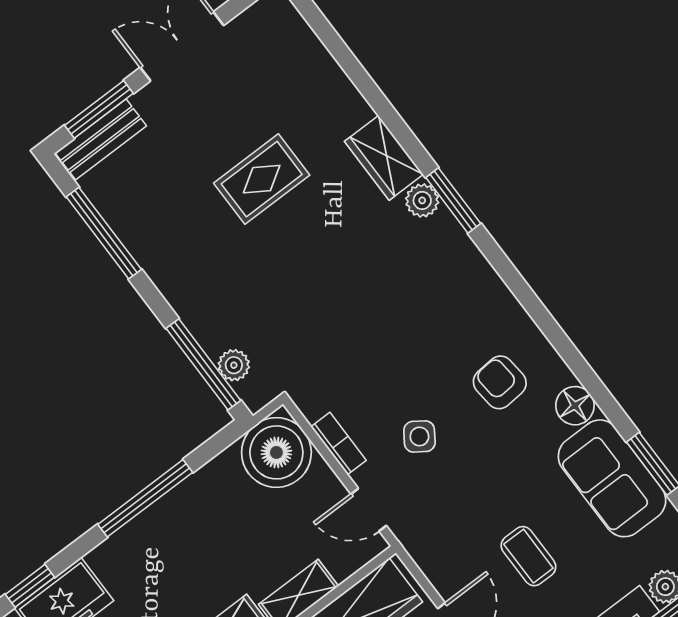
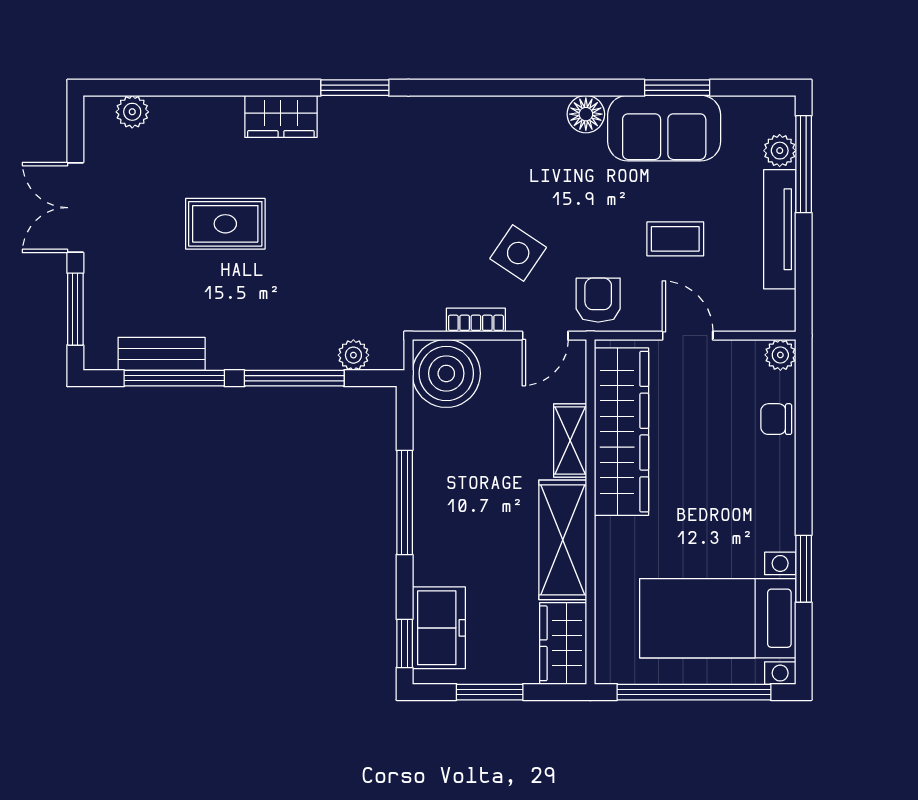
bench: (101, 139) -> (162, 354), moved, turned 90
rug: (262, 179) -> (225, 224), turned 90
plant: (422, 200) -> (132, 112), moved
window: (203, 364) -> (294, 378), moved
armchair: (500, 382) -> (598, 300), moved, turned 95
side table: (419, 436) -> (518, 253), width x1.37, depth x1.37

